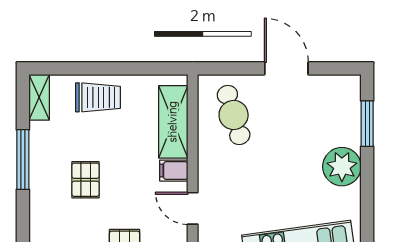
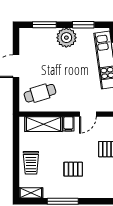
trolley: (98, 97) -> (31, 163), turned 180
window: (367, 199) -> (83, 25), added

